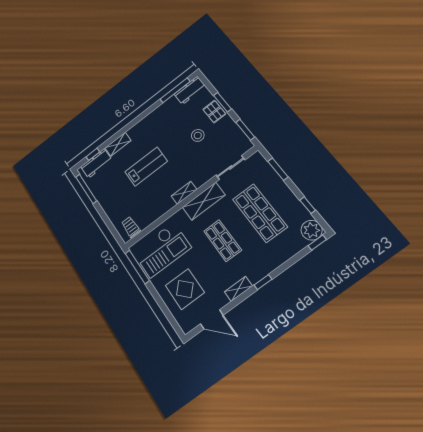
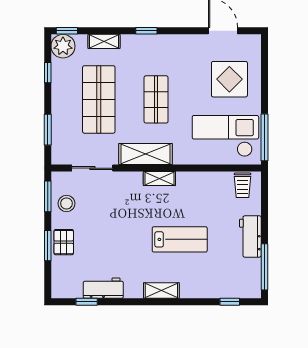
window: (175, 90) -> (87, 302), width x0.46
workbench: (190, 90) -> (103, 288), moved
stool: (198, 135) -> (66, 203), moved
shelving: (118, 144) -> (161, 290), moved
workbench: (96, 163) -> (250, 236), moved, turned -90
lab bench: (146, 167) -> (180, 239), turned 180
shelving: (238, 289) -> (104, 41), moved

